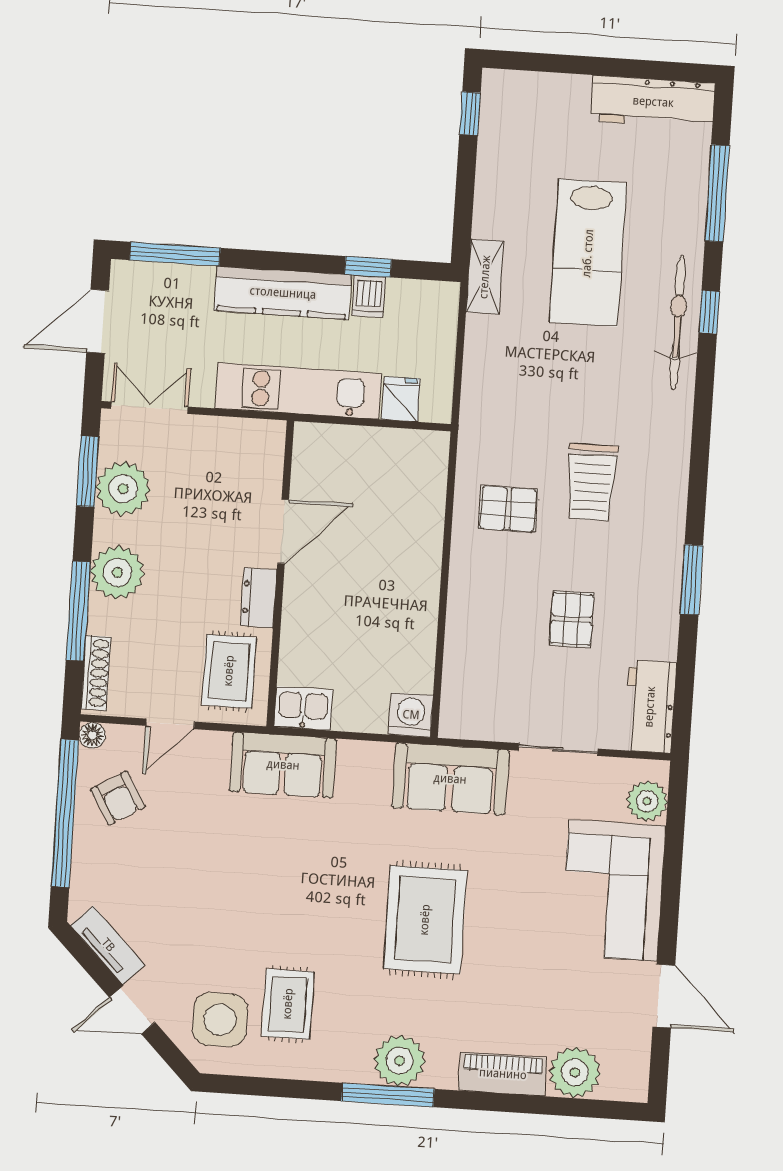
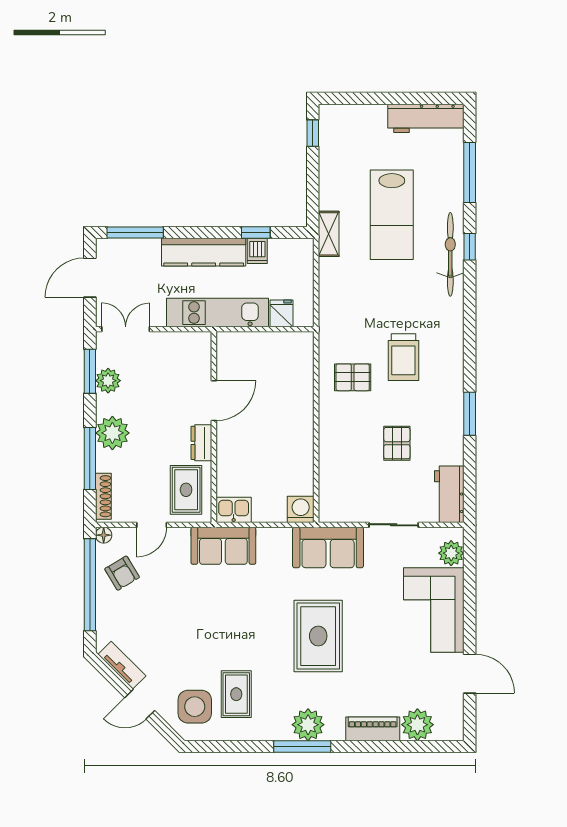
plant: (123, 489) -> (108, 381), width x0.73, depth x0.73

